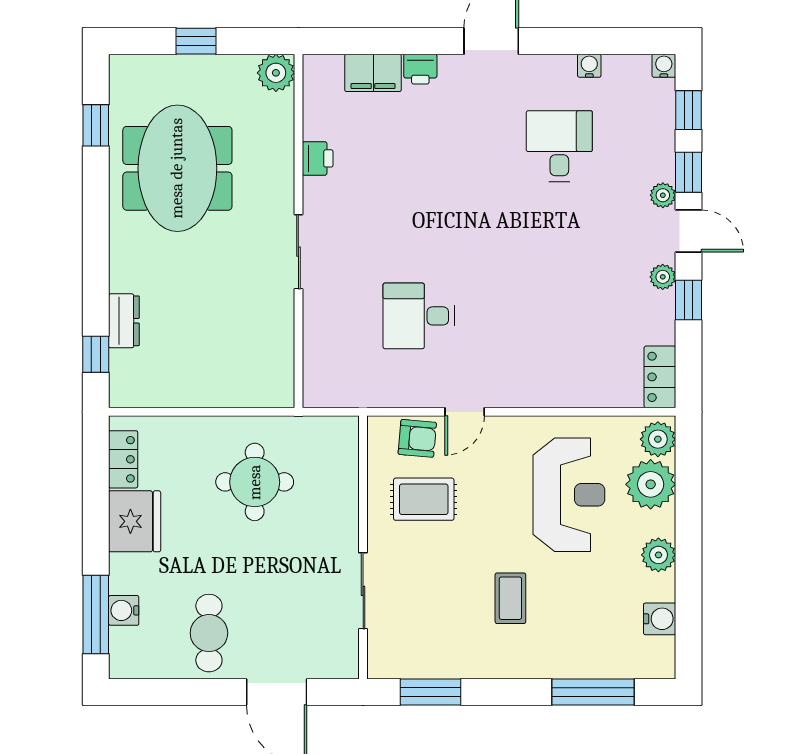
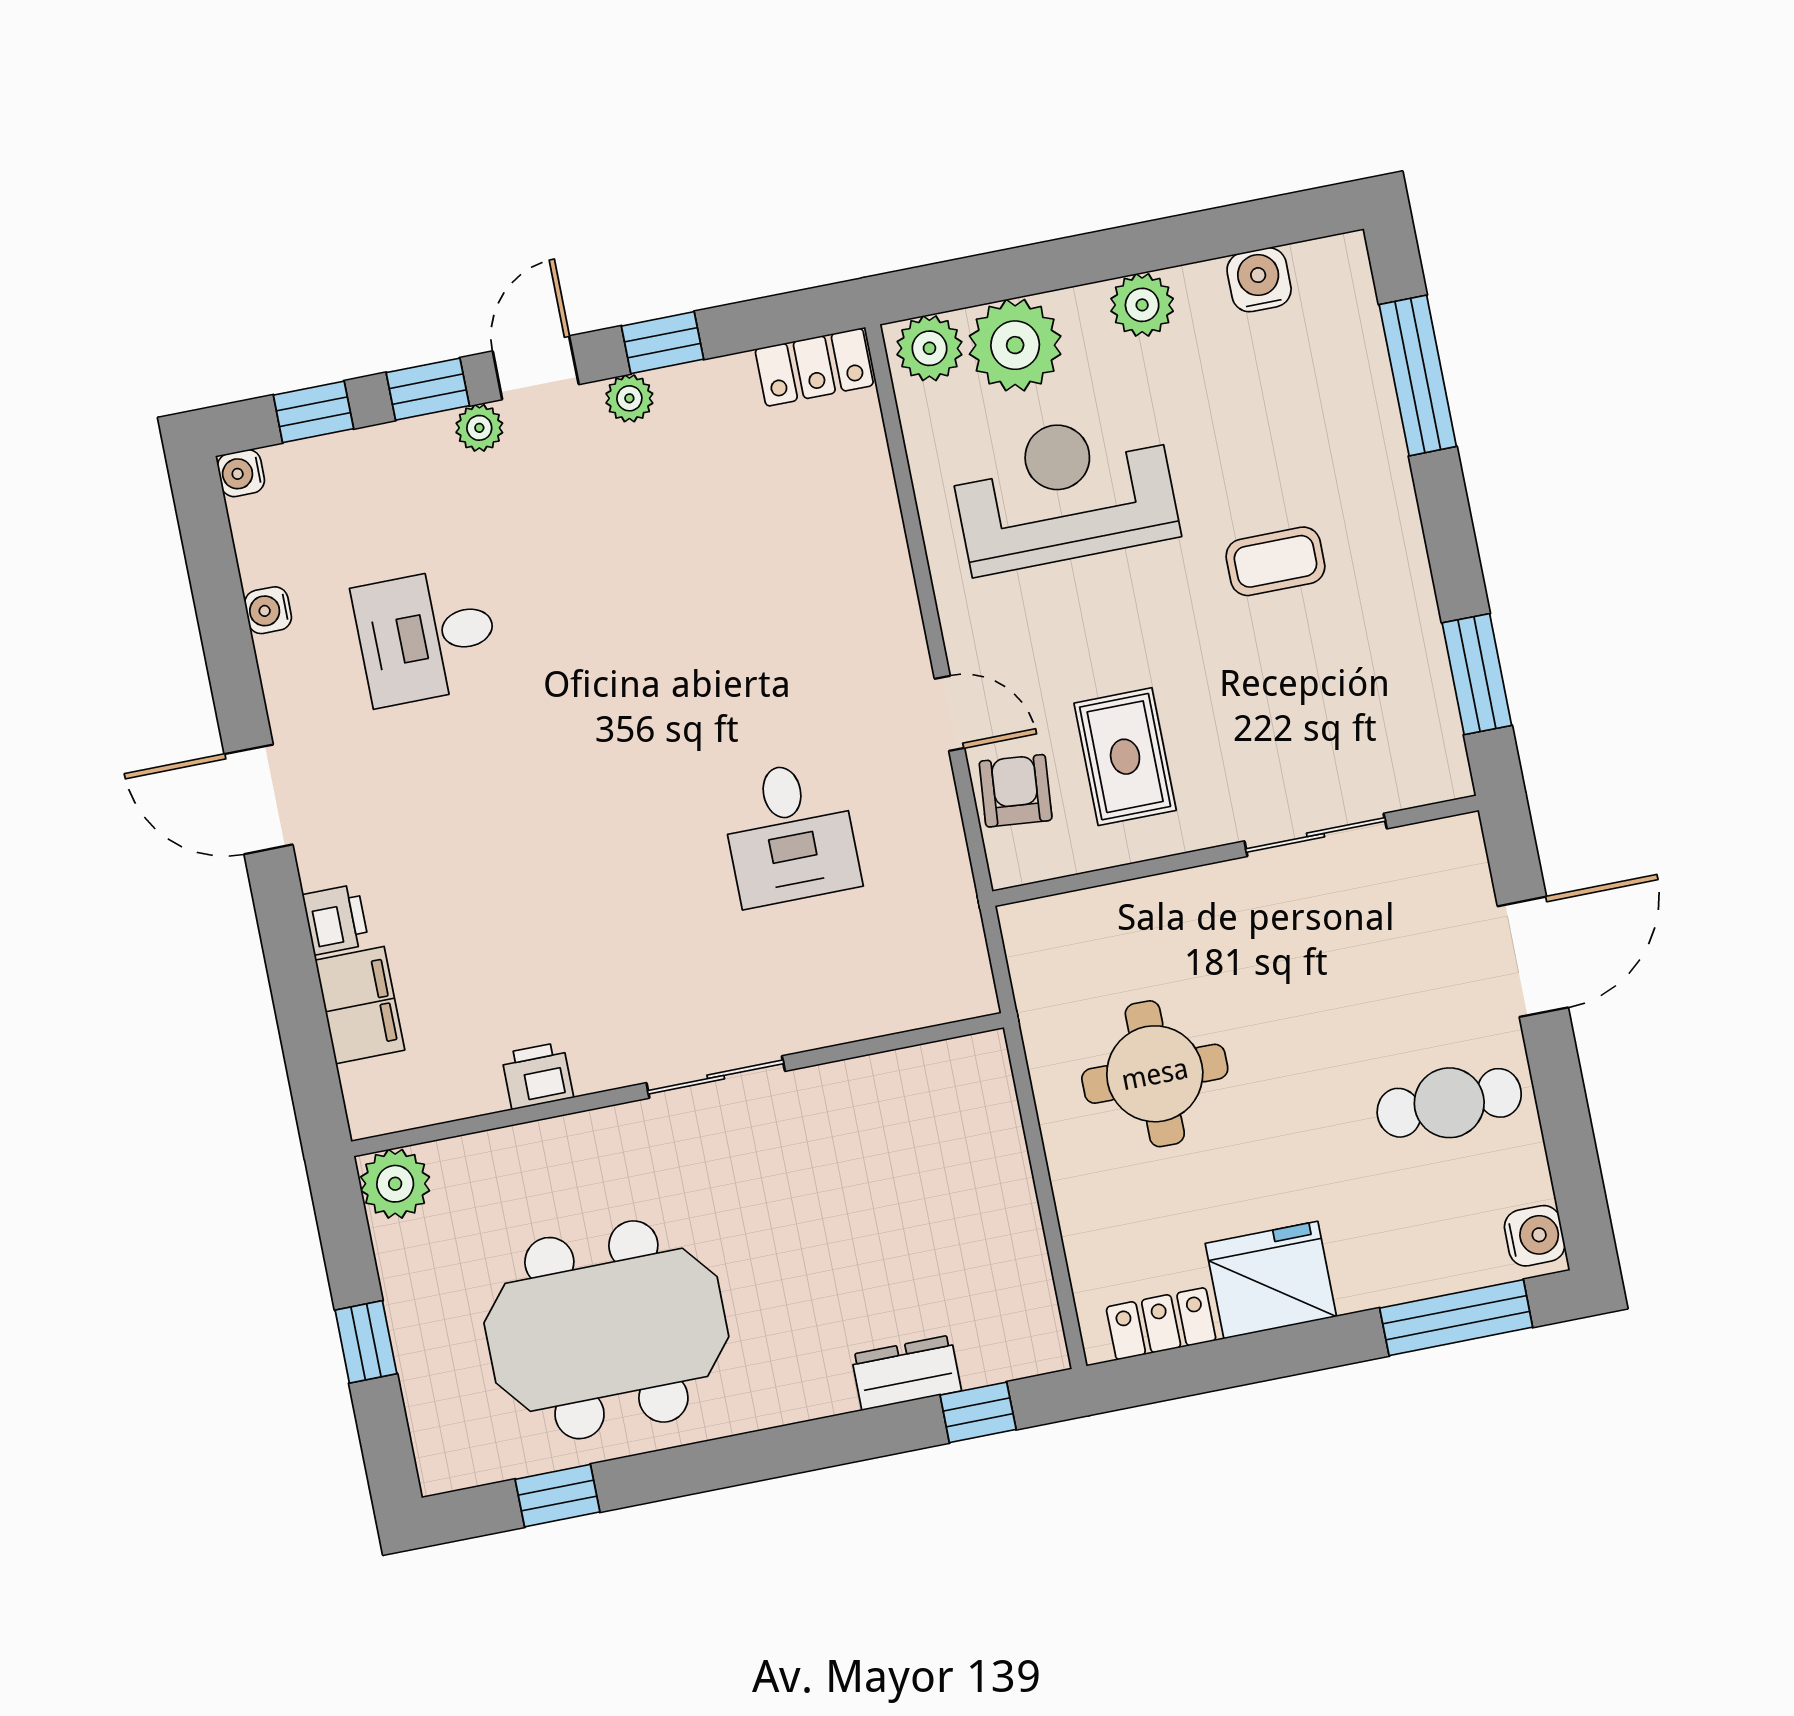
water cooler: (124, 610) -> (1535, 1236), moved, turned -90

